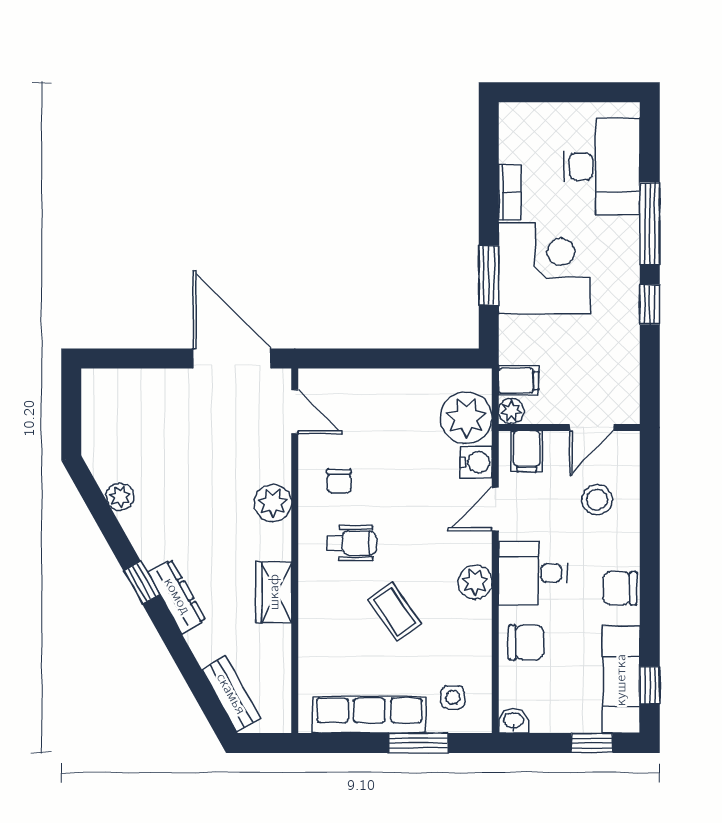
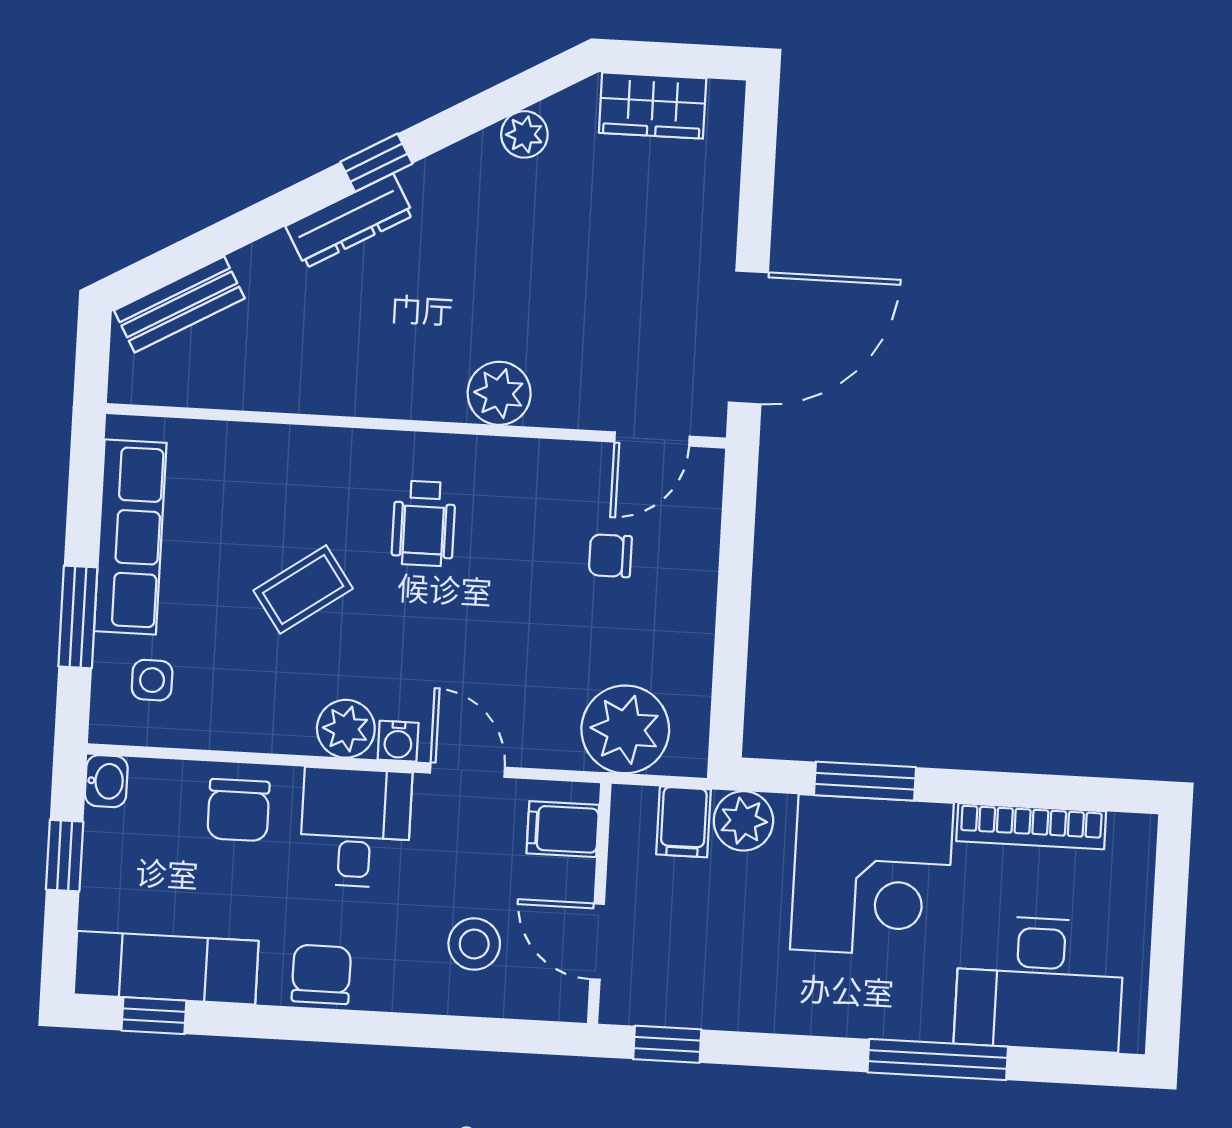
bookcase: (510, 192) -> (1031, 826), width x1.56
window: (650, 304) -> (667, 1044), moved
plant: (511, 411) -> (743, 821), moved, width x1.38, depth x1.38
water cooler: (476, 462) -> (398, 741), moved, width x0.72, depth x0.72
chair: (339, 481) -> (610, 556), moved
wardrobe: (274, 592) -> (653, 106), moved, turned 180
window: (592, 743) -> (65, 856), moved

